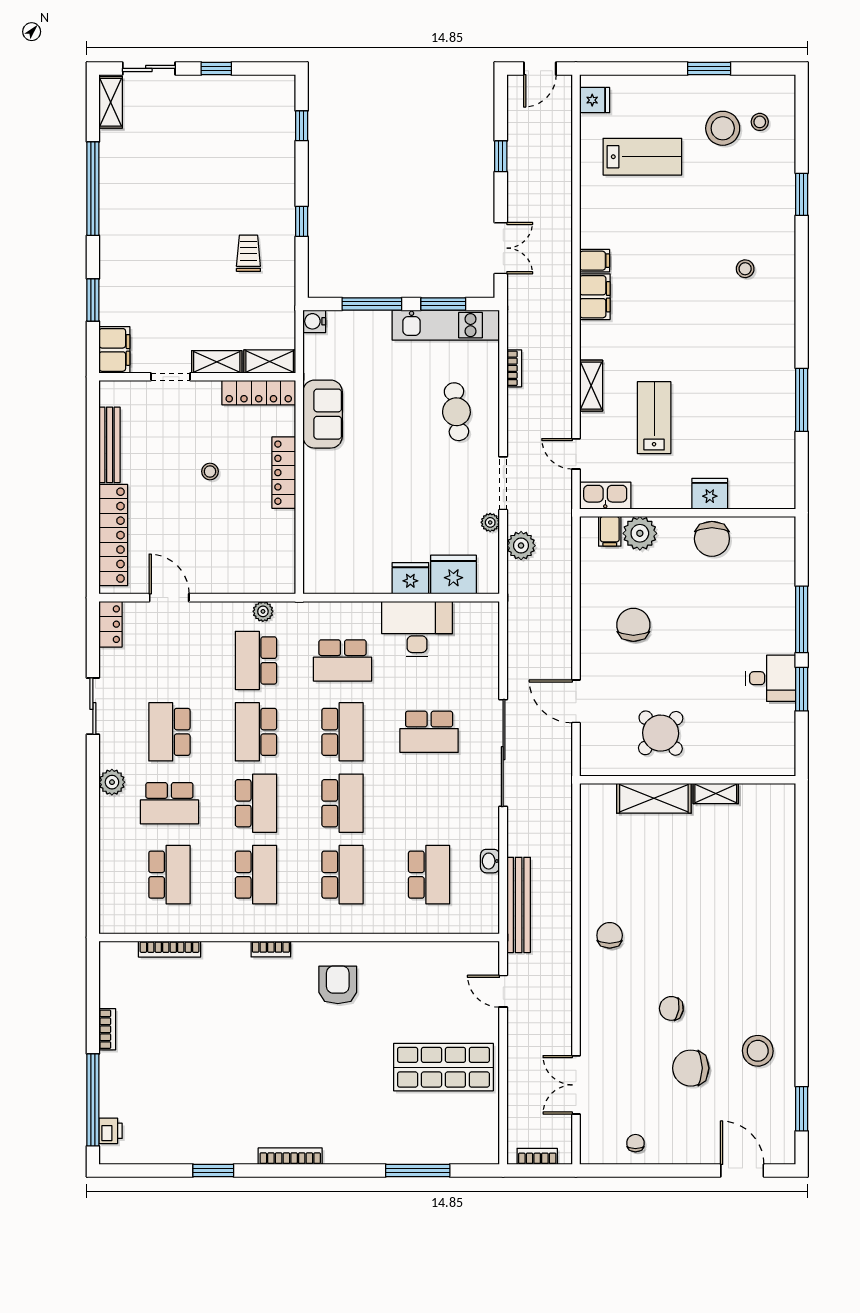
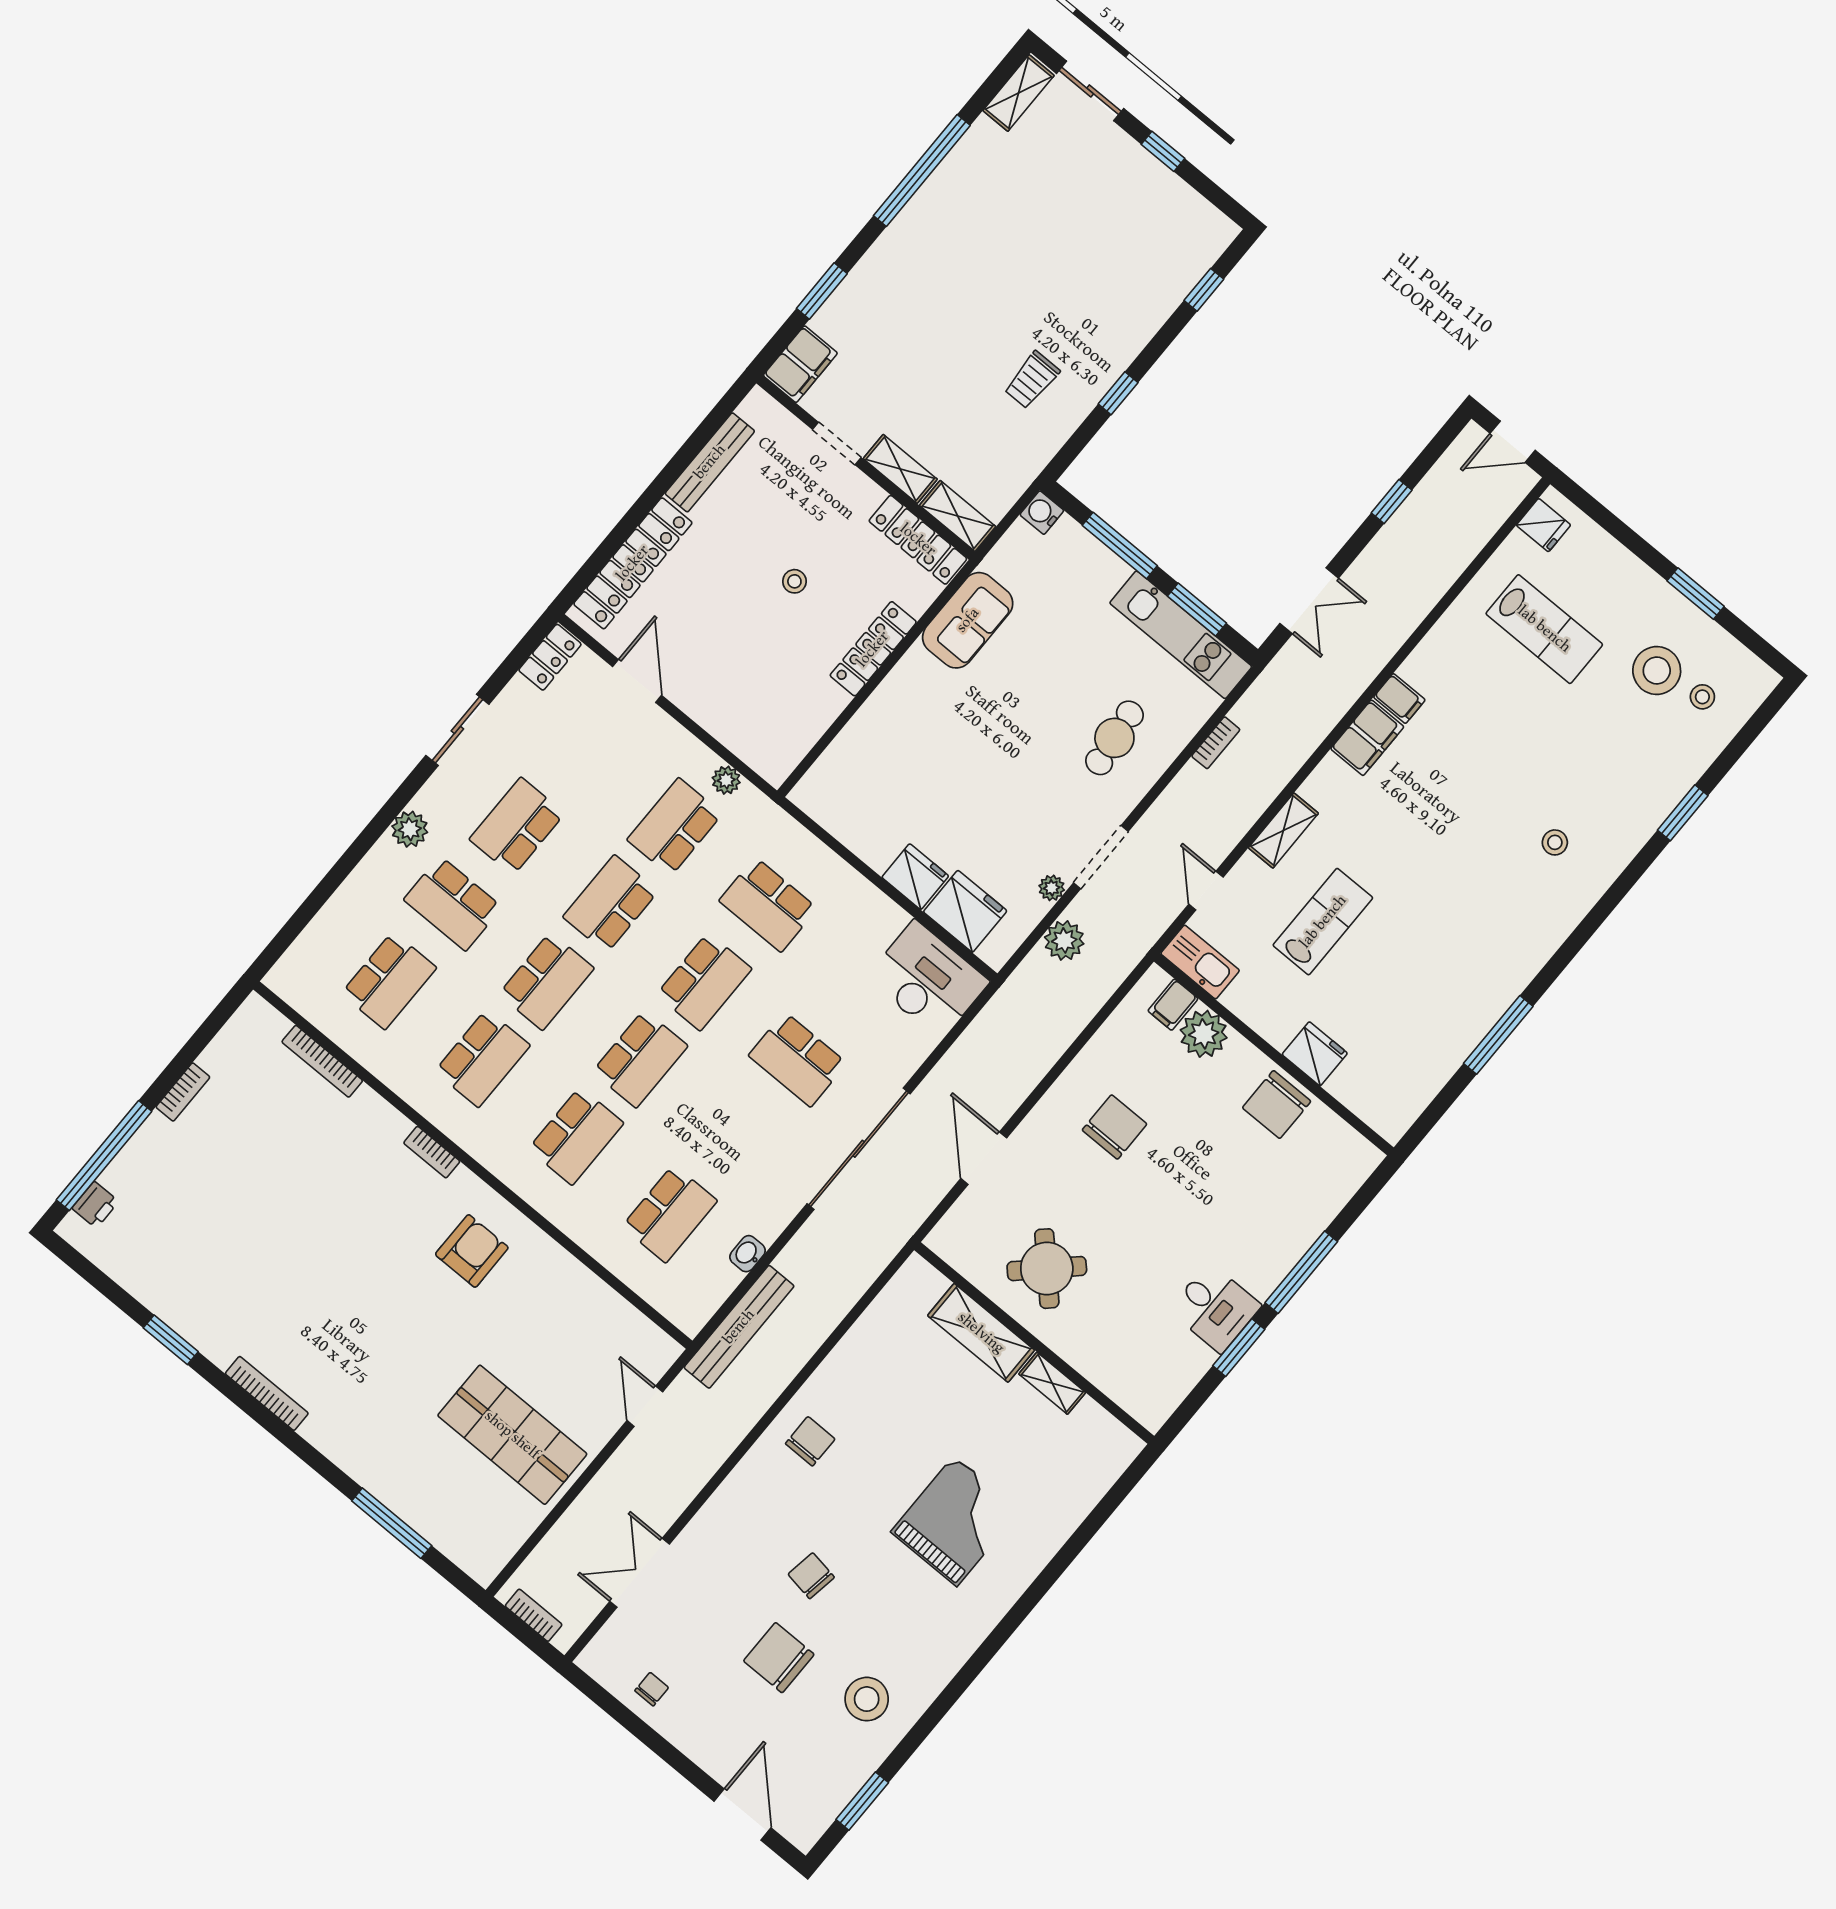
trolley: (248, 253) -> (1032, 380), turned 180
desk: (417, 629) -> (928, 980), moved
grand piano: (725, 913) -> (955, 1521), added

